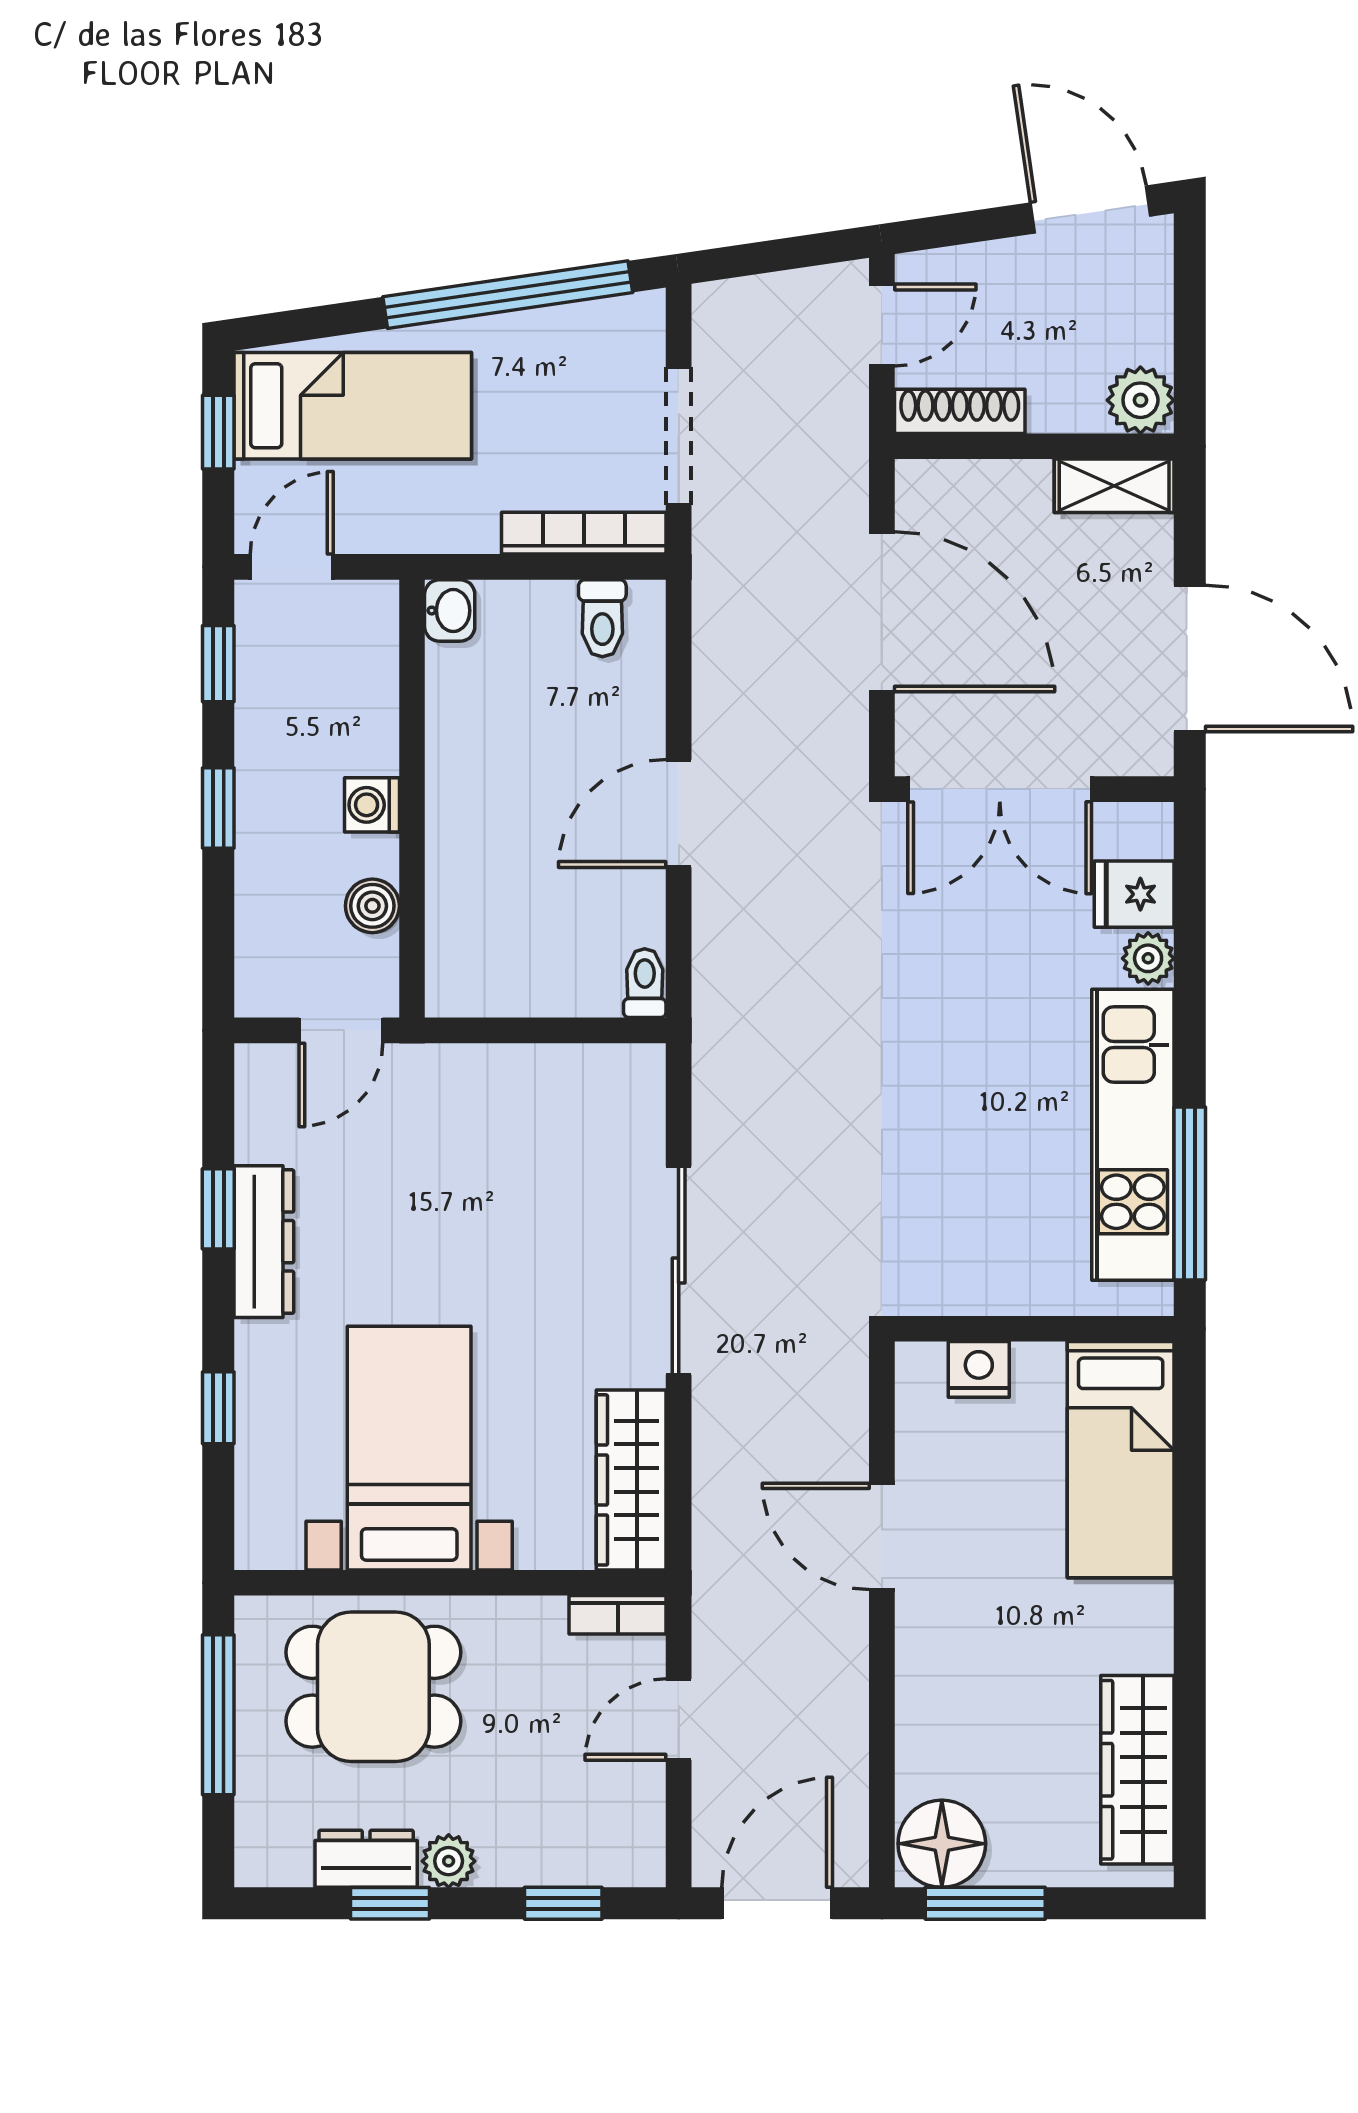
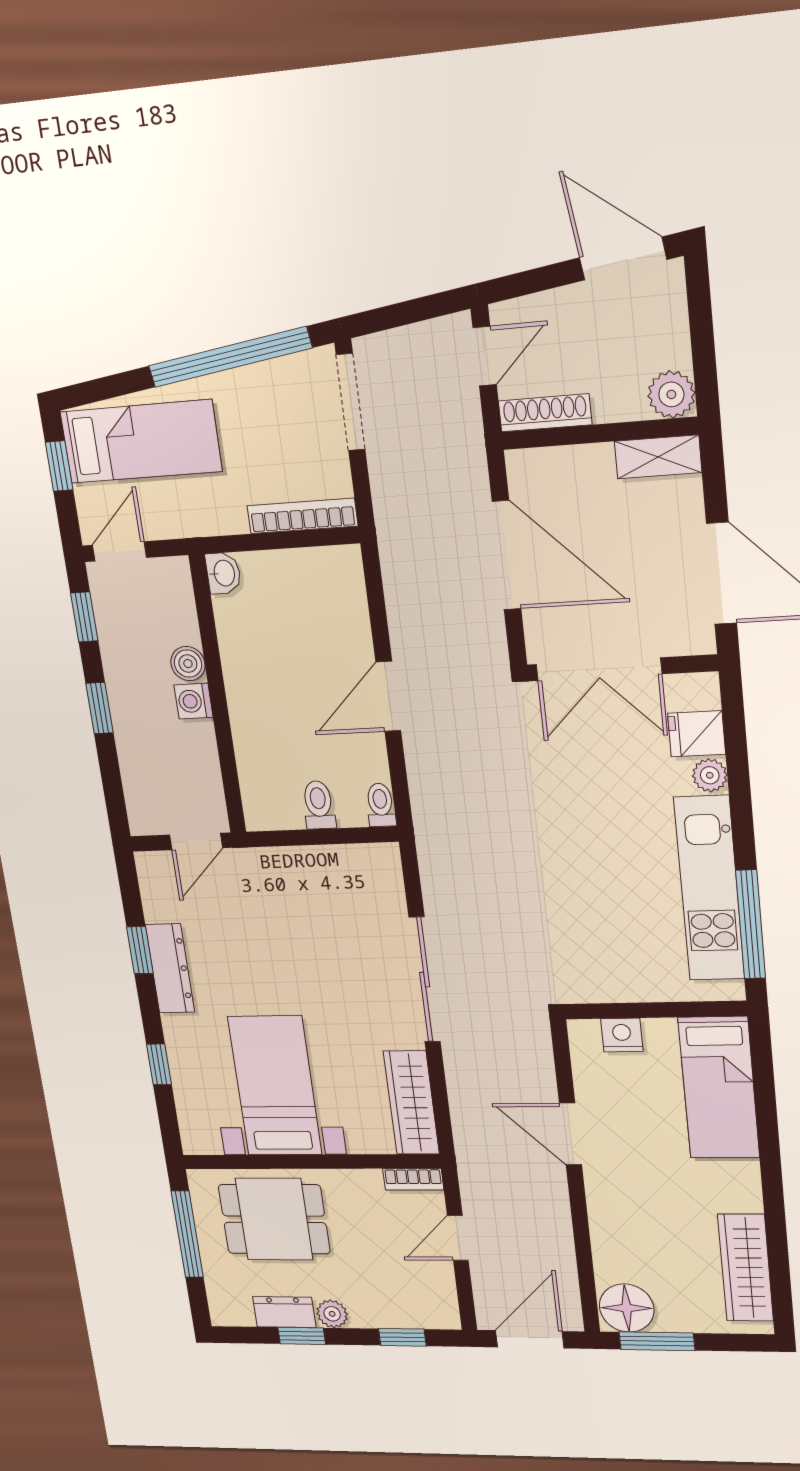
doorway: (679, 436) -> (351, 402), moved
toilet: (602, 618) -> (319, 805), moved, turned 180
boiler: (372, 906) -> (188, 664), moved

